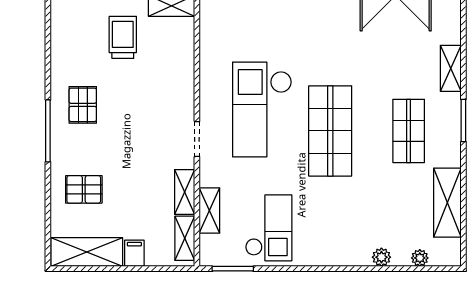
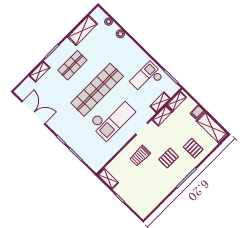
trolley: (123, 37) -> (140, 156), moved
pallet: (83, 105) -> (169, 158), moved
shop shelf: (330, 131) -> (97, 90), width x1.40

